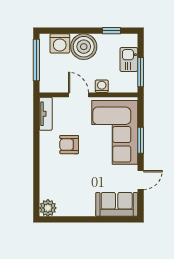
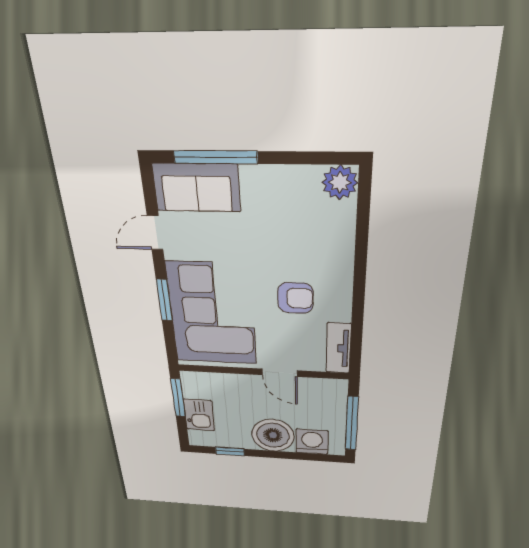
washing machine: (102, 86) -> (240, 383), removed
window: (106, 219) -> (215, 157), added

